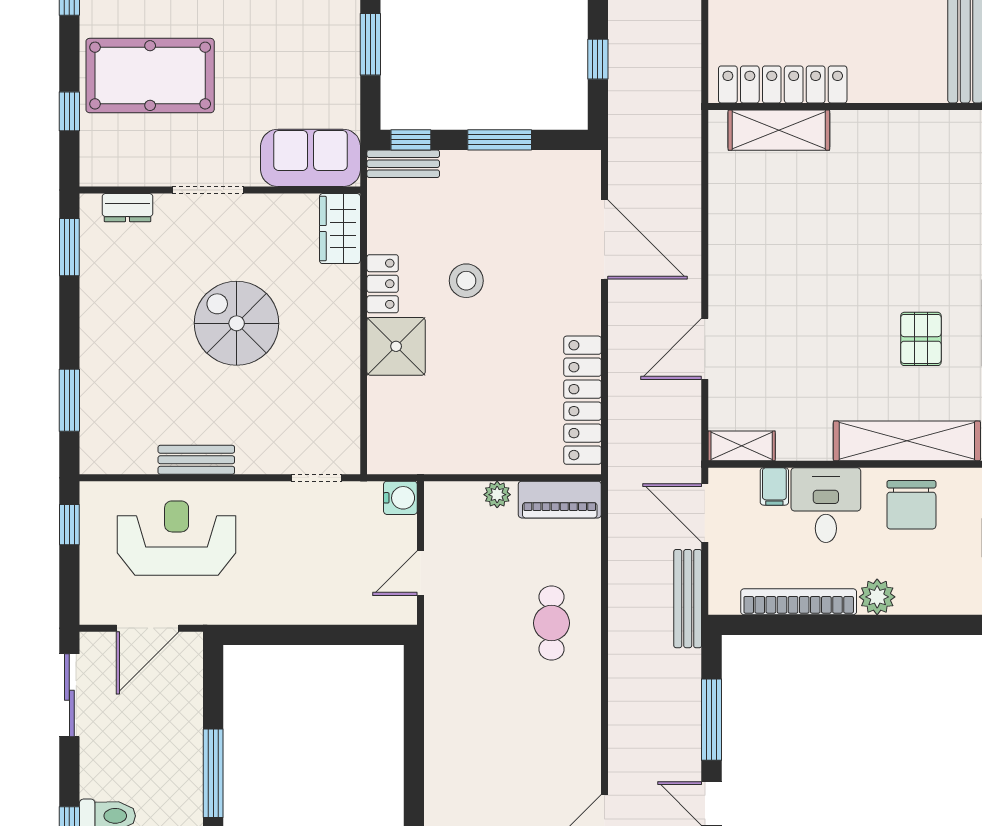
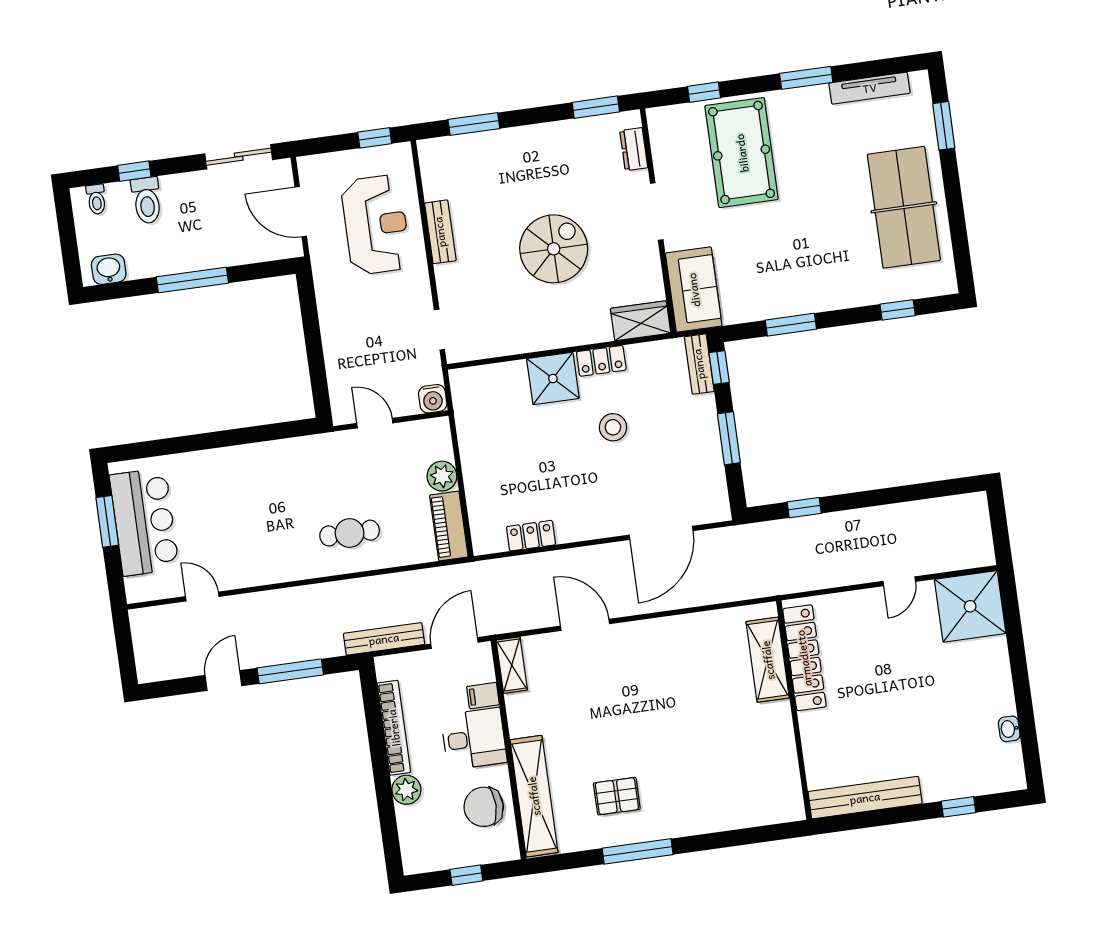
locker: (582, 400) -> (531, 536), width x0.46, depth x0.83
plant: (497, 495) -> (442, 476), width x1.38, depth x1.38

